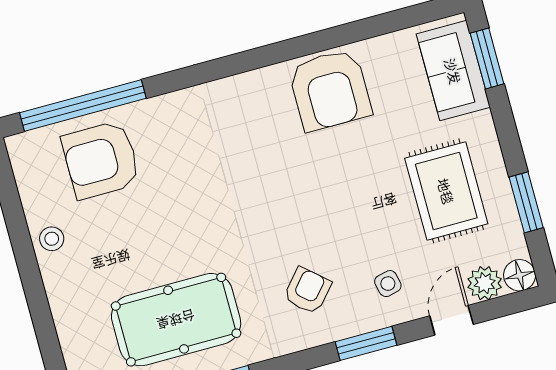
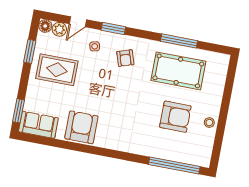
sofa: (453, 71) -> (38, 125), moved, turned -90
armchair: (101, 160) -> (175, 117), moved
rug: (446, 191) -> (57, 70), turned 90
armchair: (307, 291) -> (125, 58), turned -59

